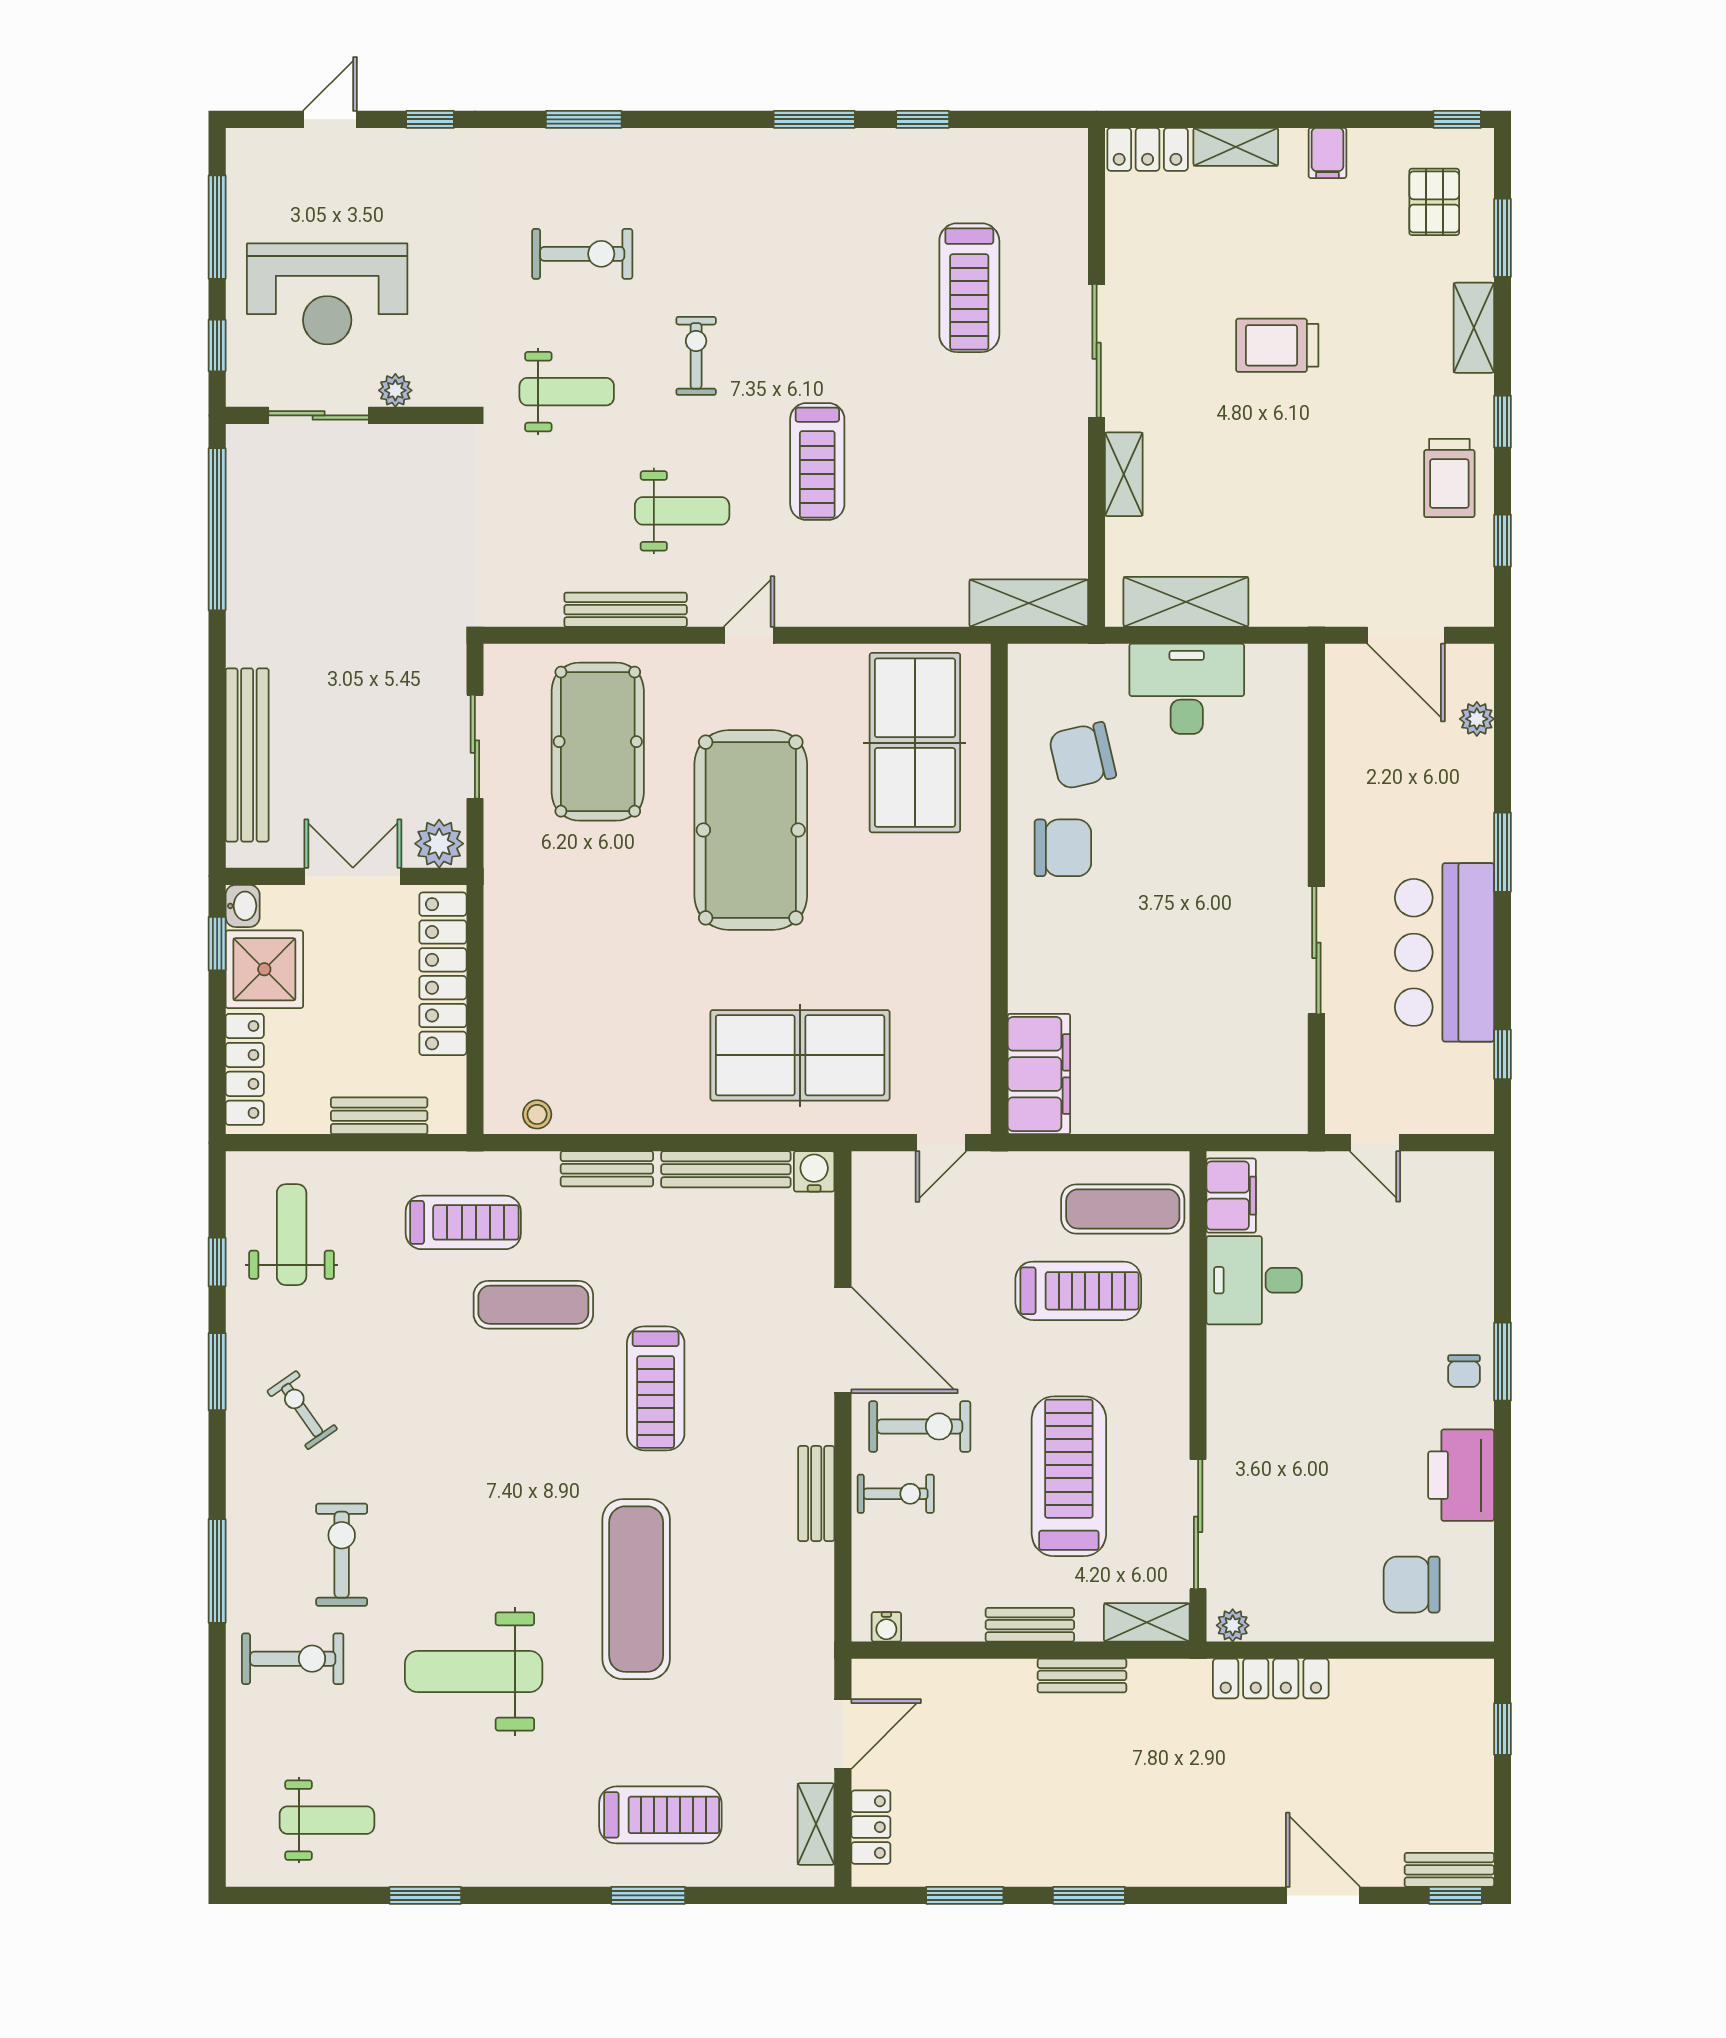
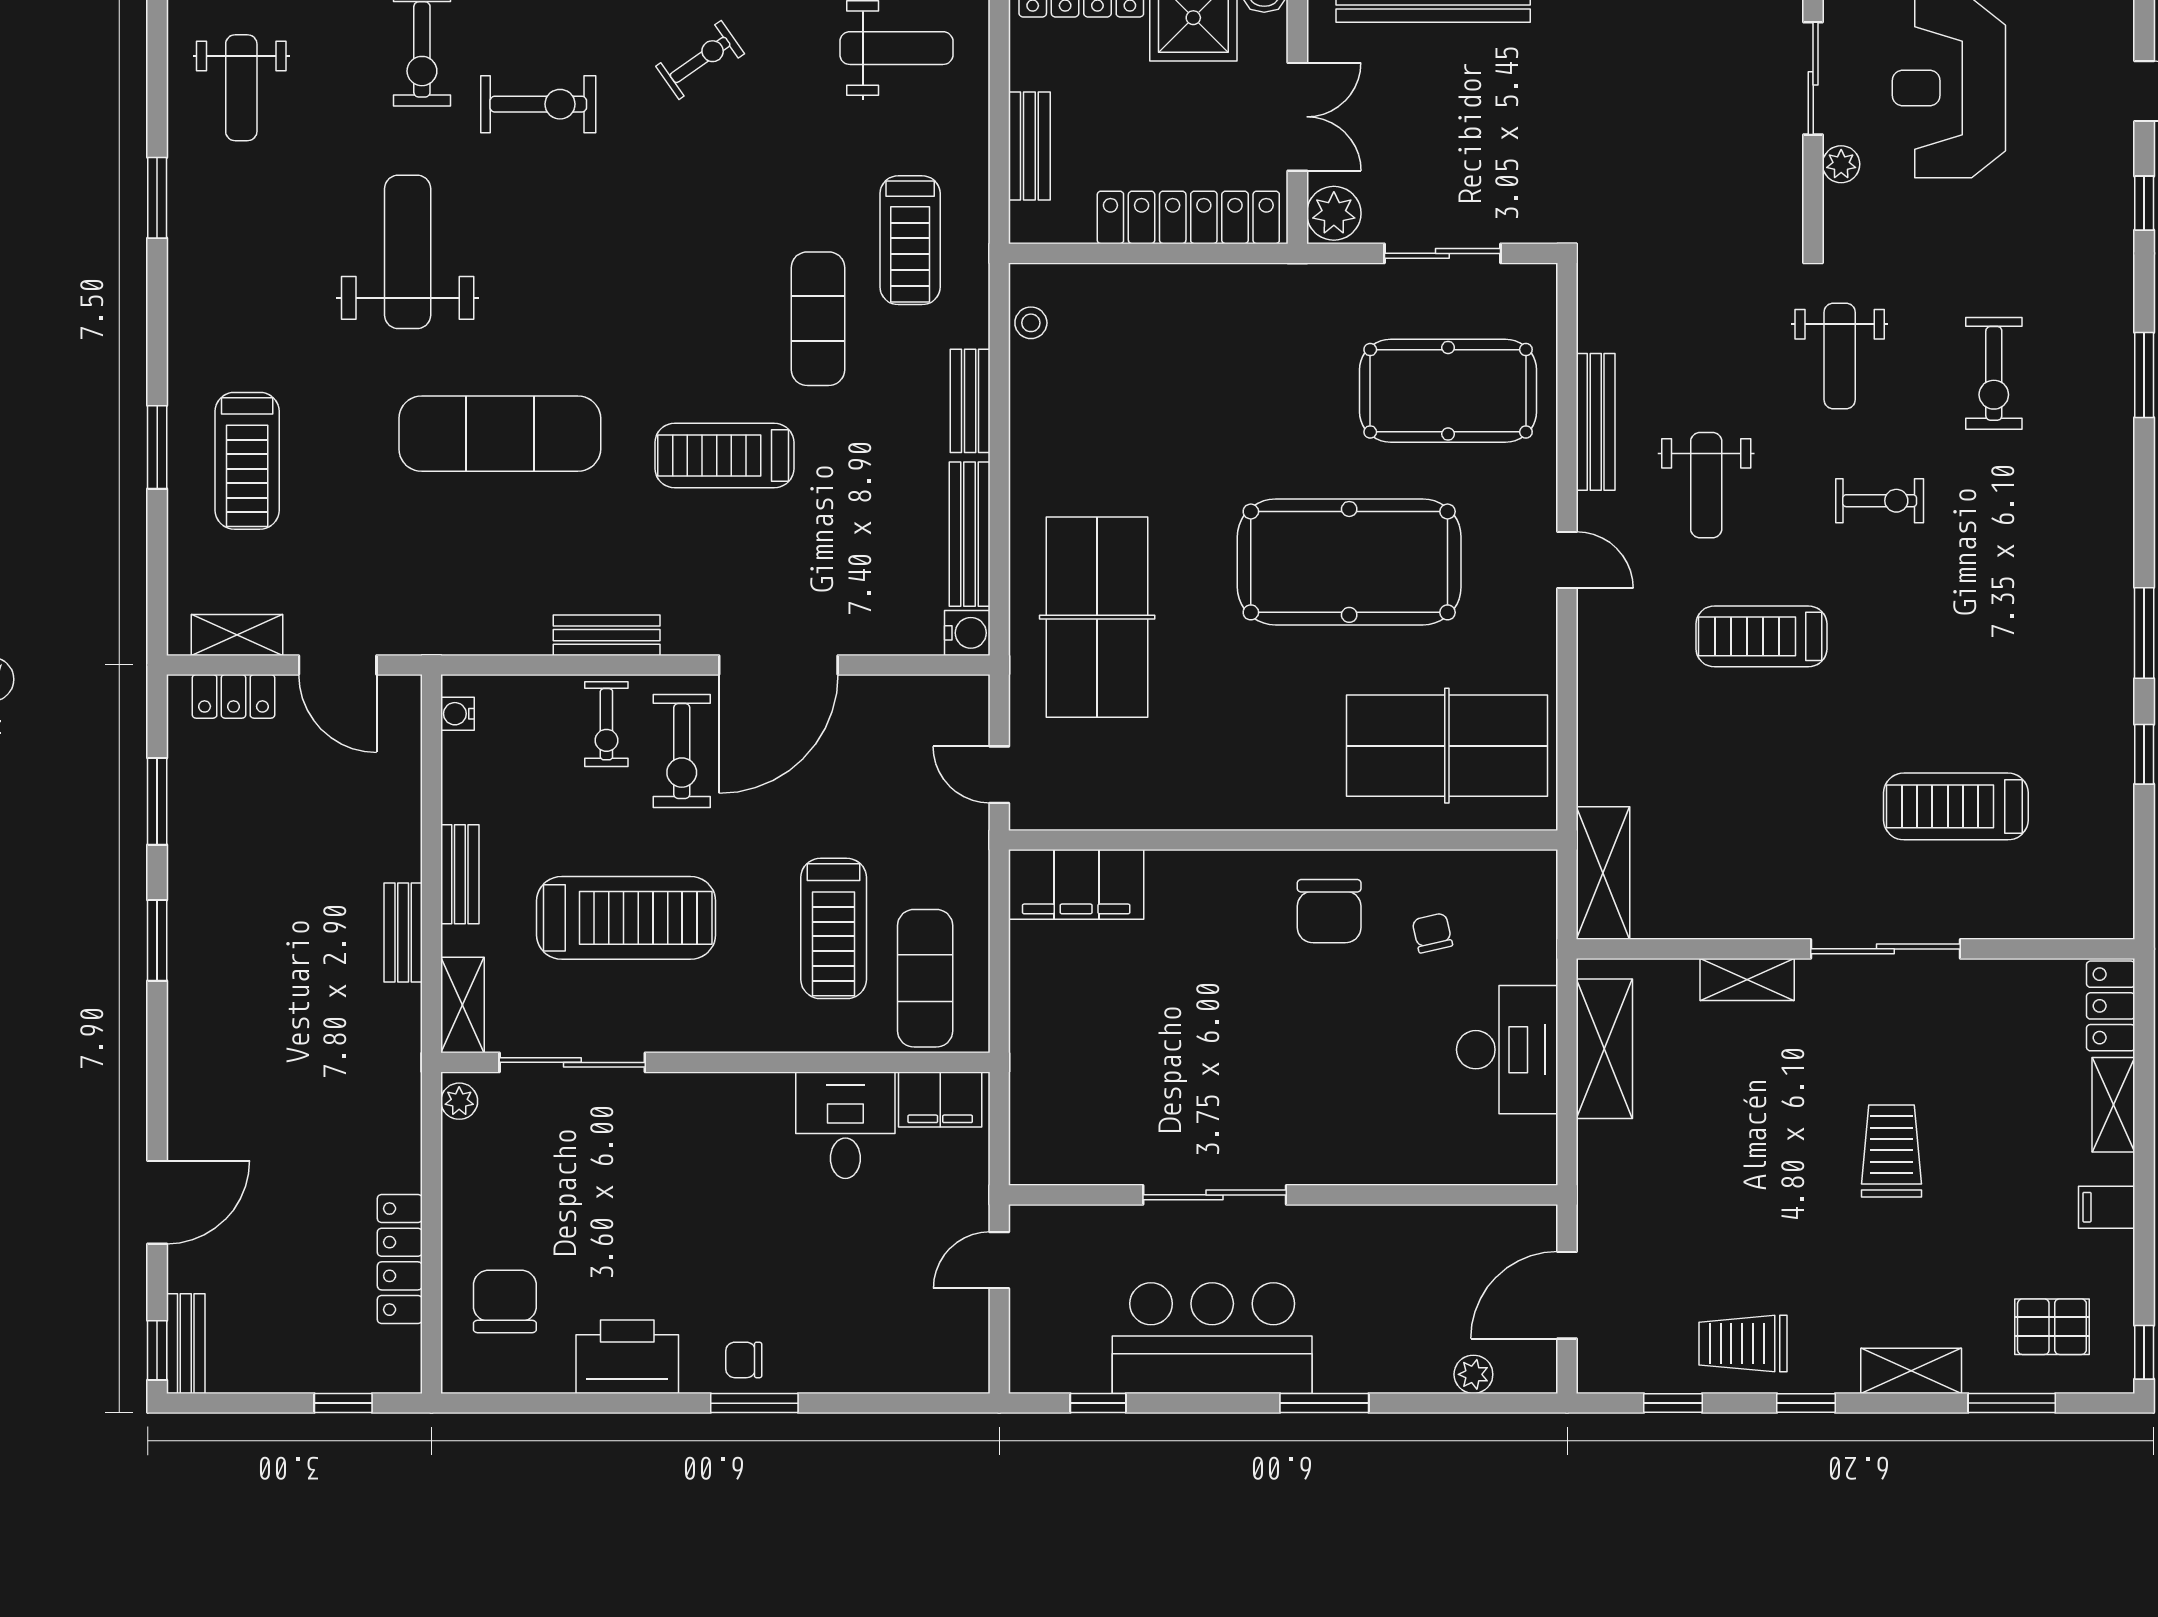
chair: (1082, 756) -> (1432, 933), width x0.54, depth x0.54
locker: (1271, 1678) -> (400, 1259), moved

